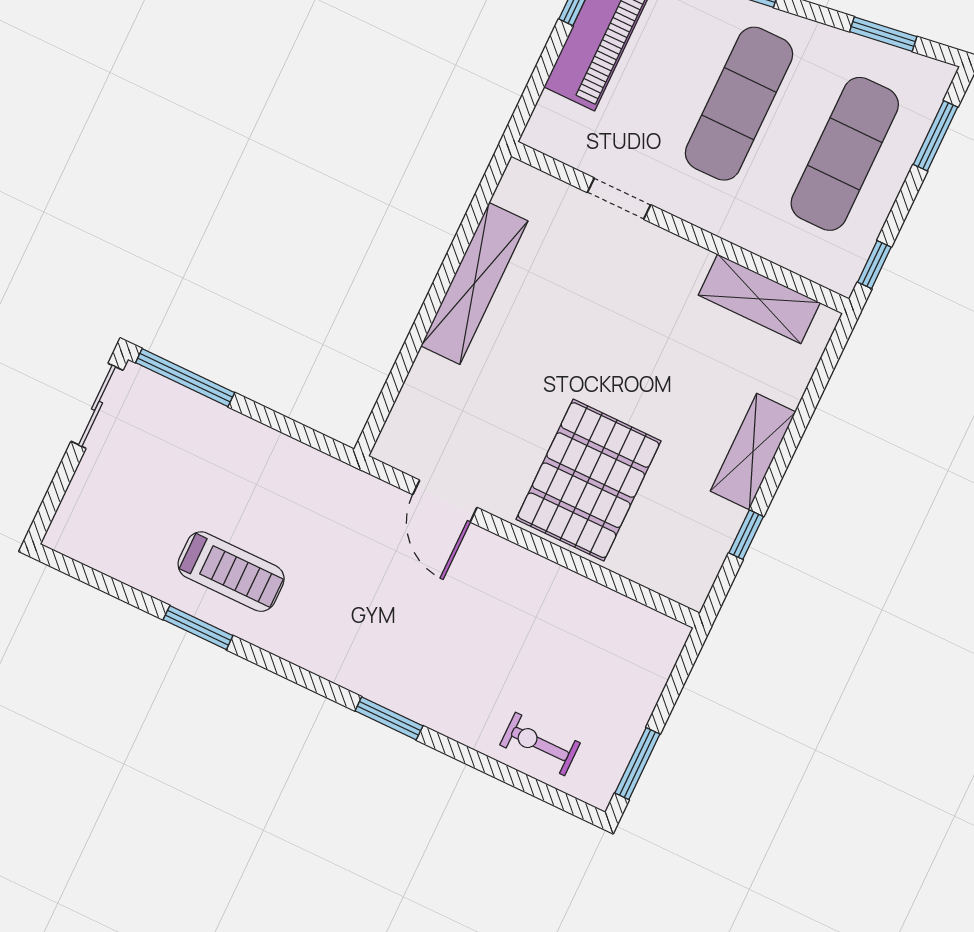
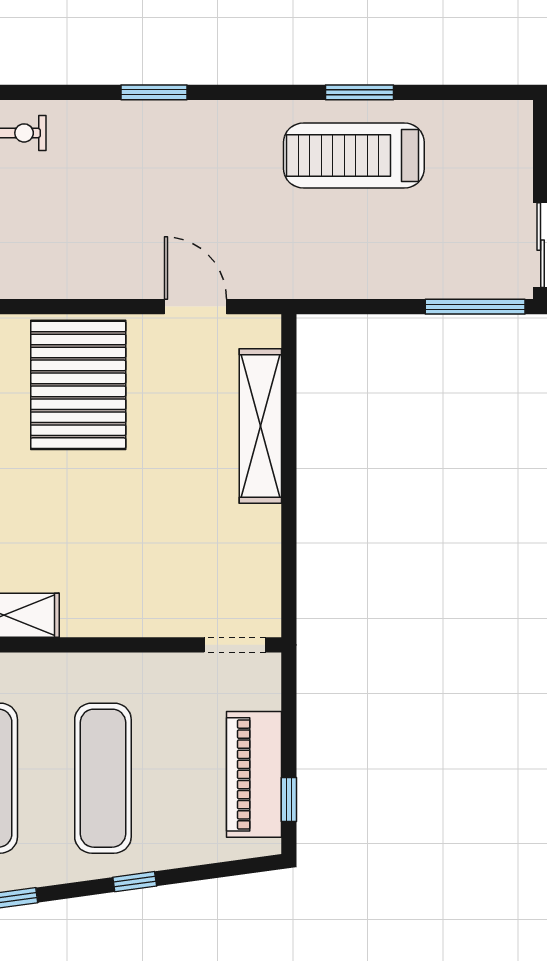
doorway: (619, 199) -> (235, 645), moved
shelving: (474, 283) -> (260, 426), moved
treadmill: (231, 572) -> (354, 156), width x1.37, depth x1.38

